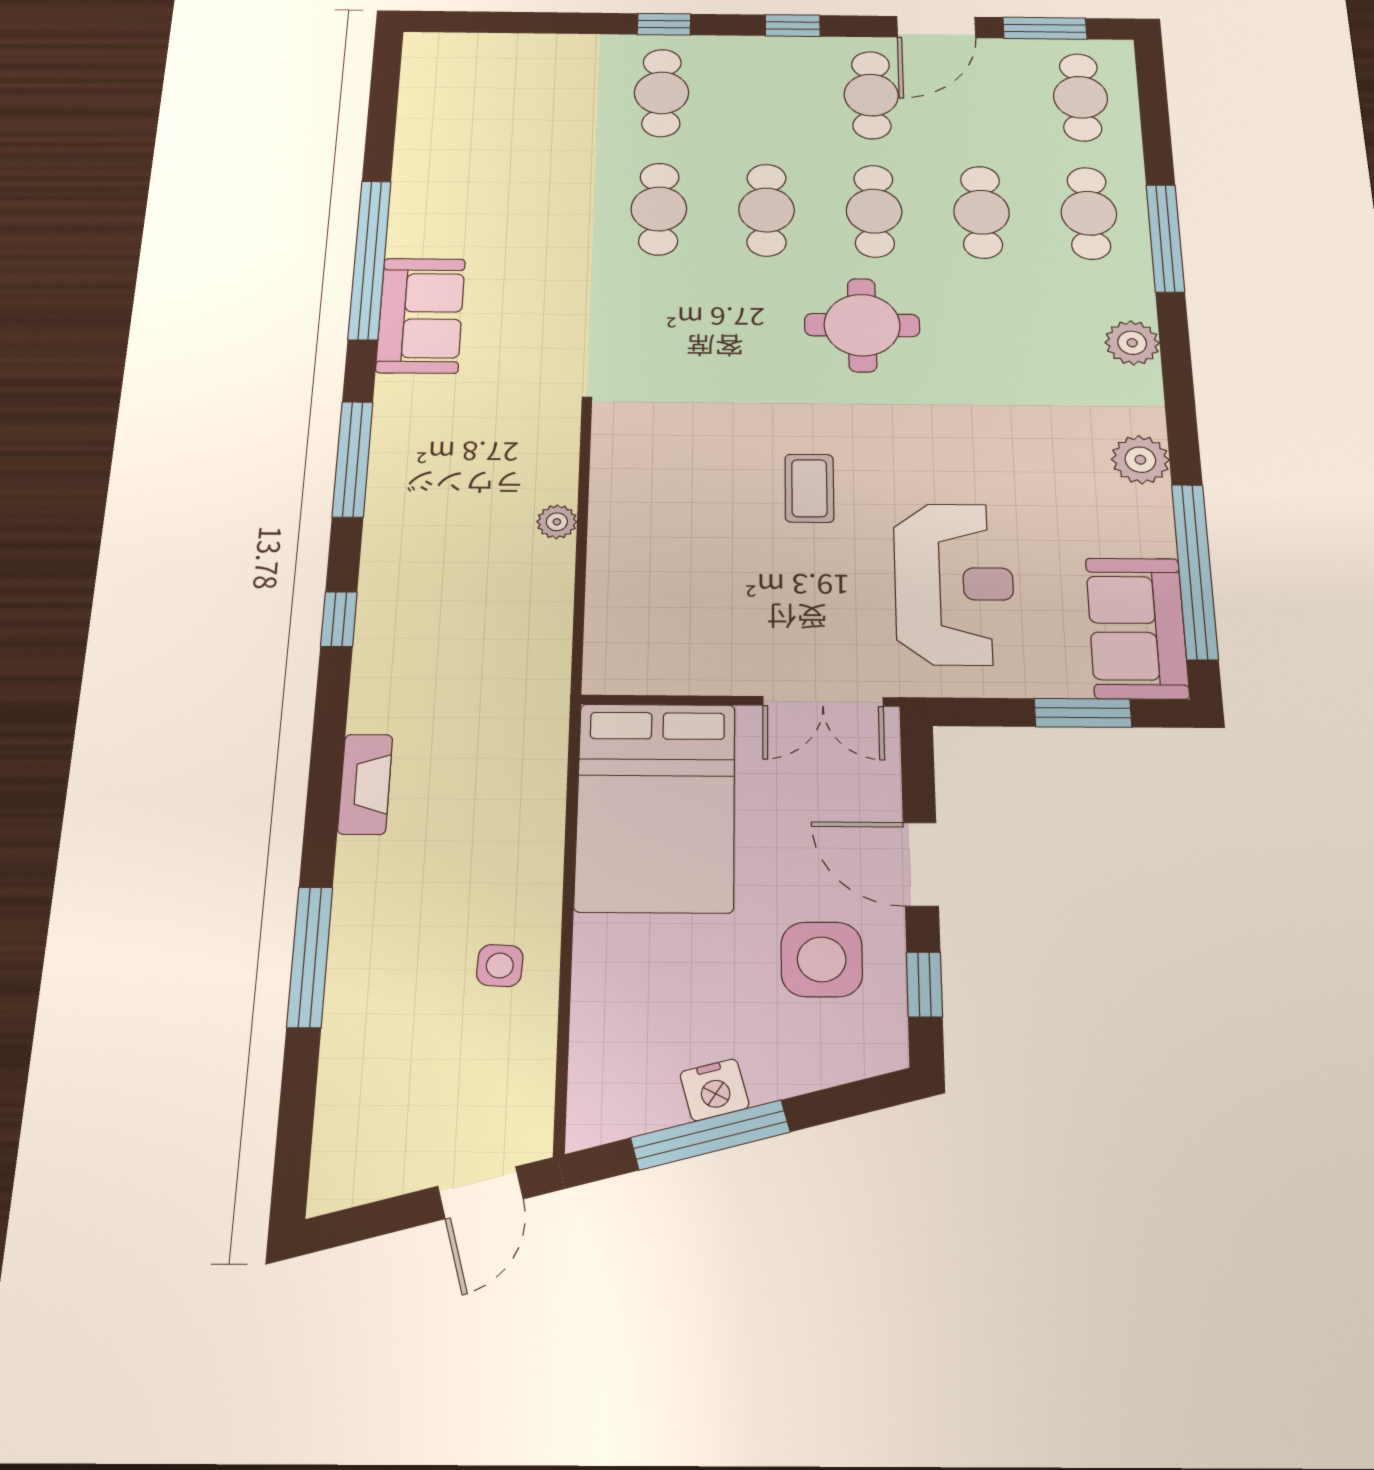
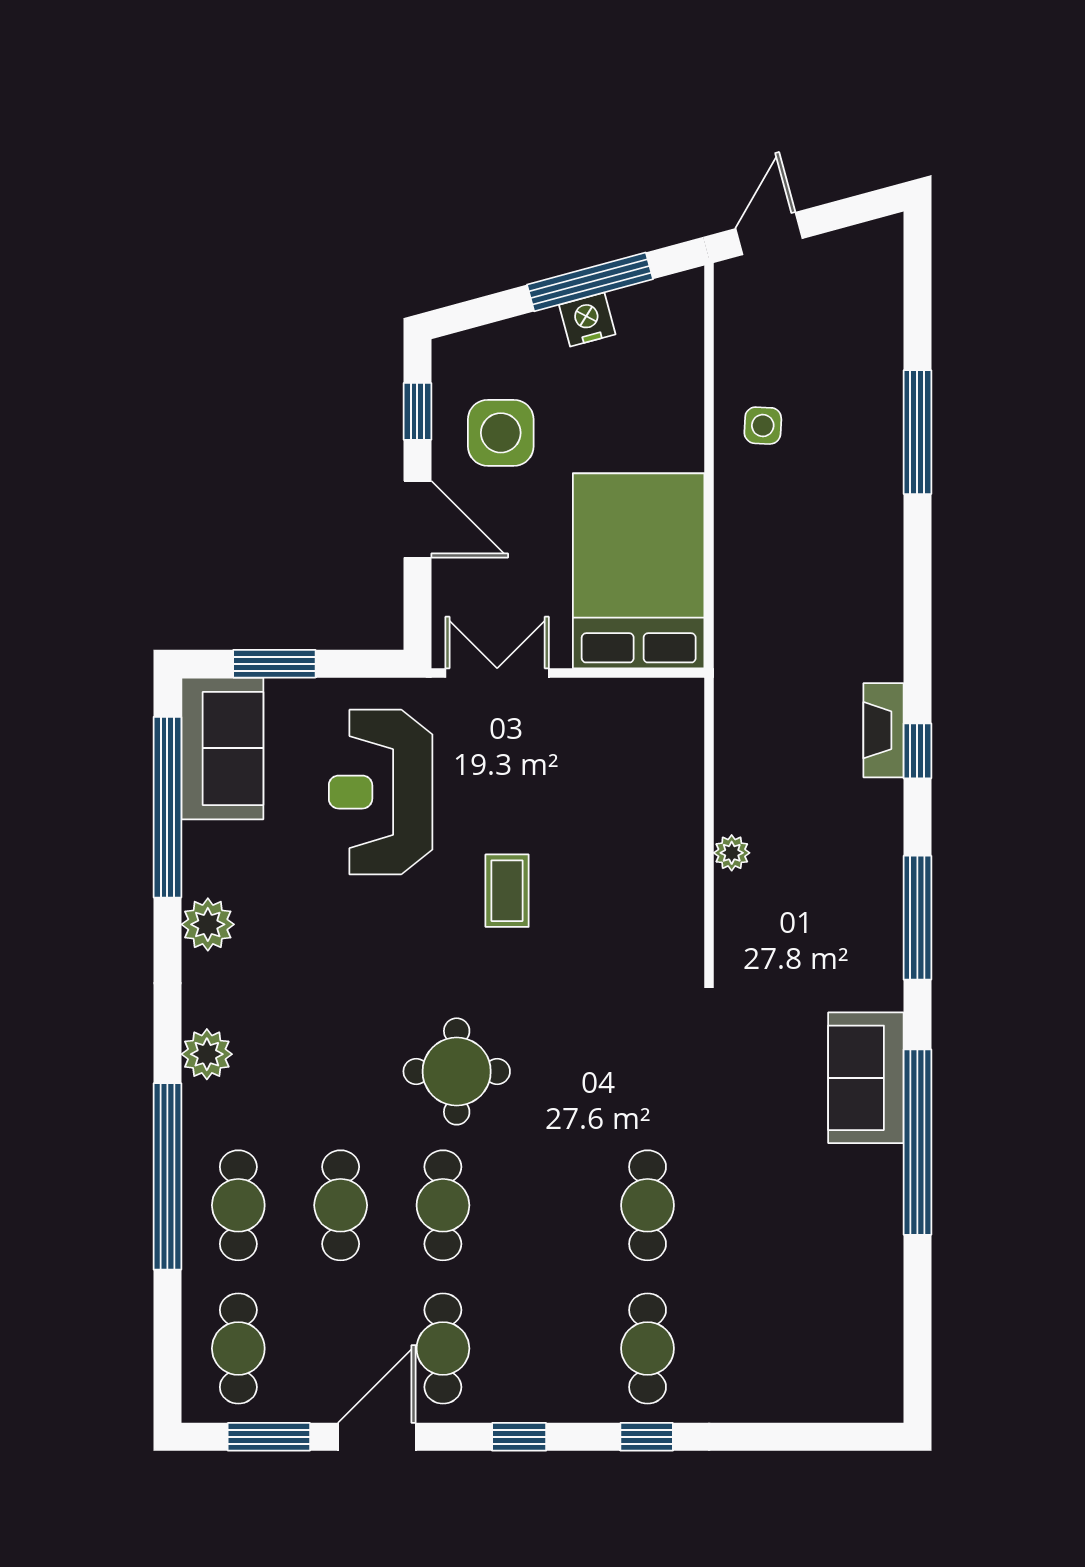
cafe table: (767, 210) -> (545, 1205), removed
window: (1165, 238) -> (167, 1176), width x1.46
fireplace: (365, 784) -> (883, 730), moved

